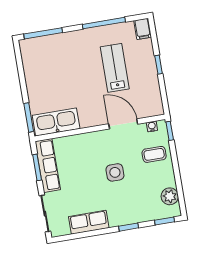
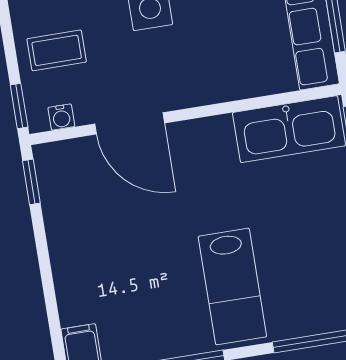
window: (159, 65) -> (31, 182), moved
lab bench: (115, 68) -> (232, 287), moved

